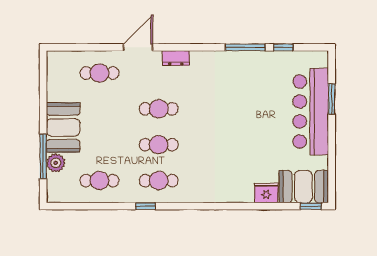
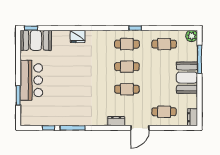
dresser: (54, 64) -> (193, 117), added
bar counter: (311, 112) -> (31, 80), width x0.73
plant: (56, 163) -> (192, 36), moved
fridge: (266, 193) -> (78, 36), moved

